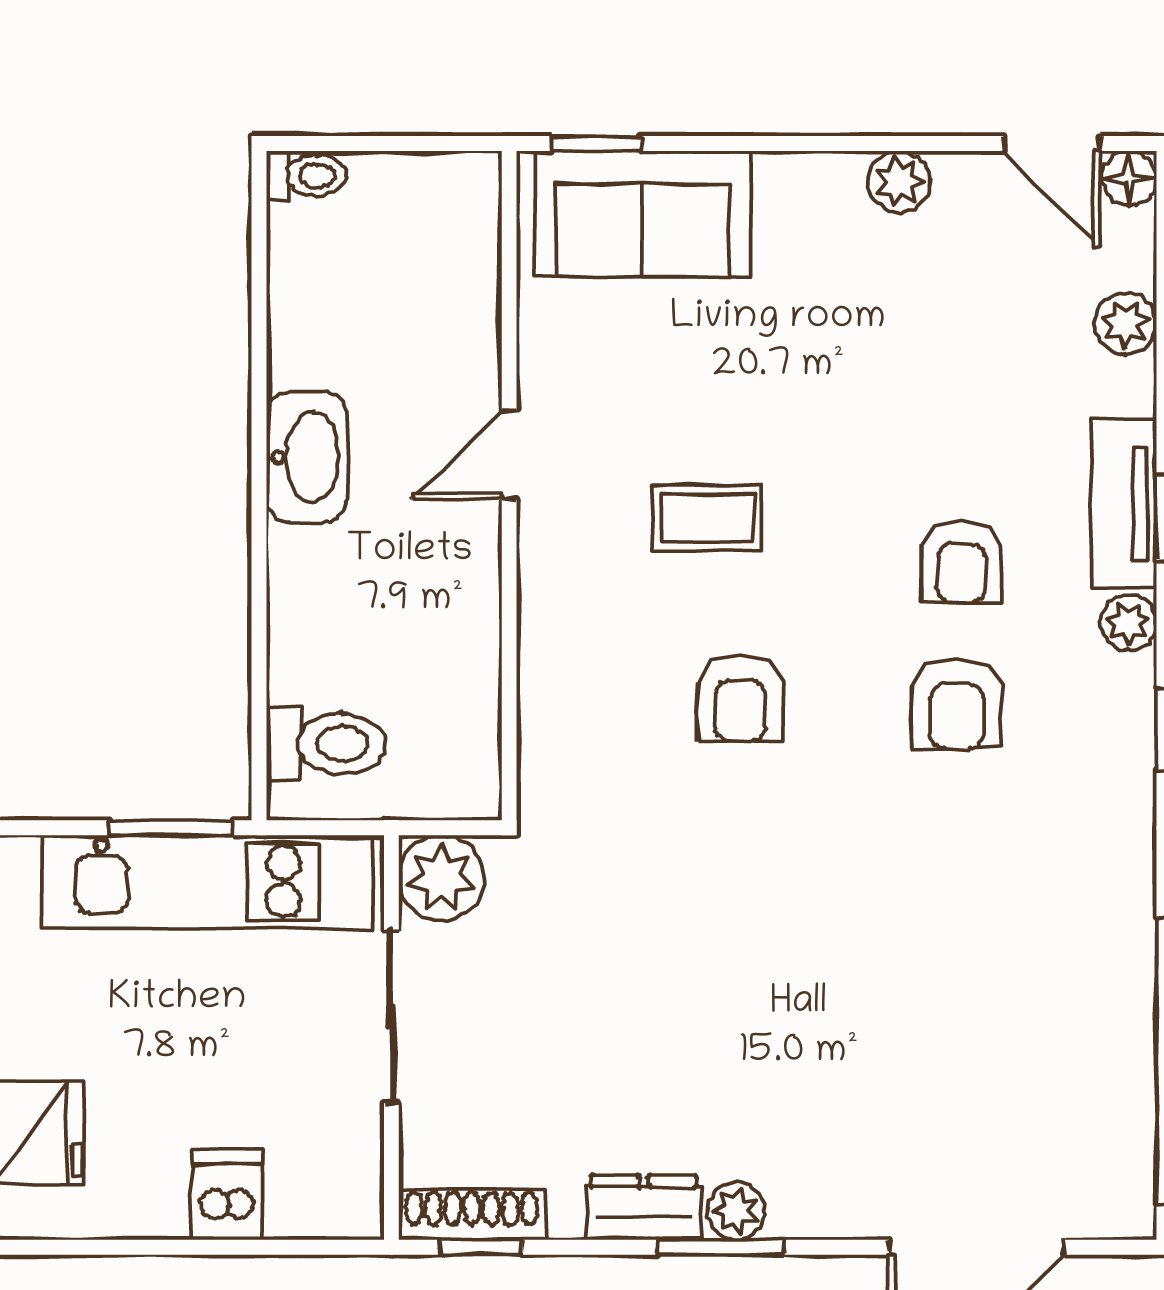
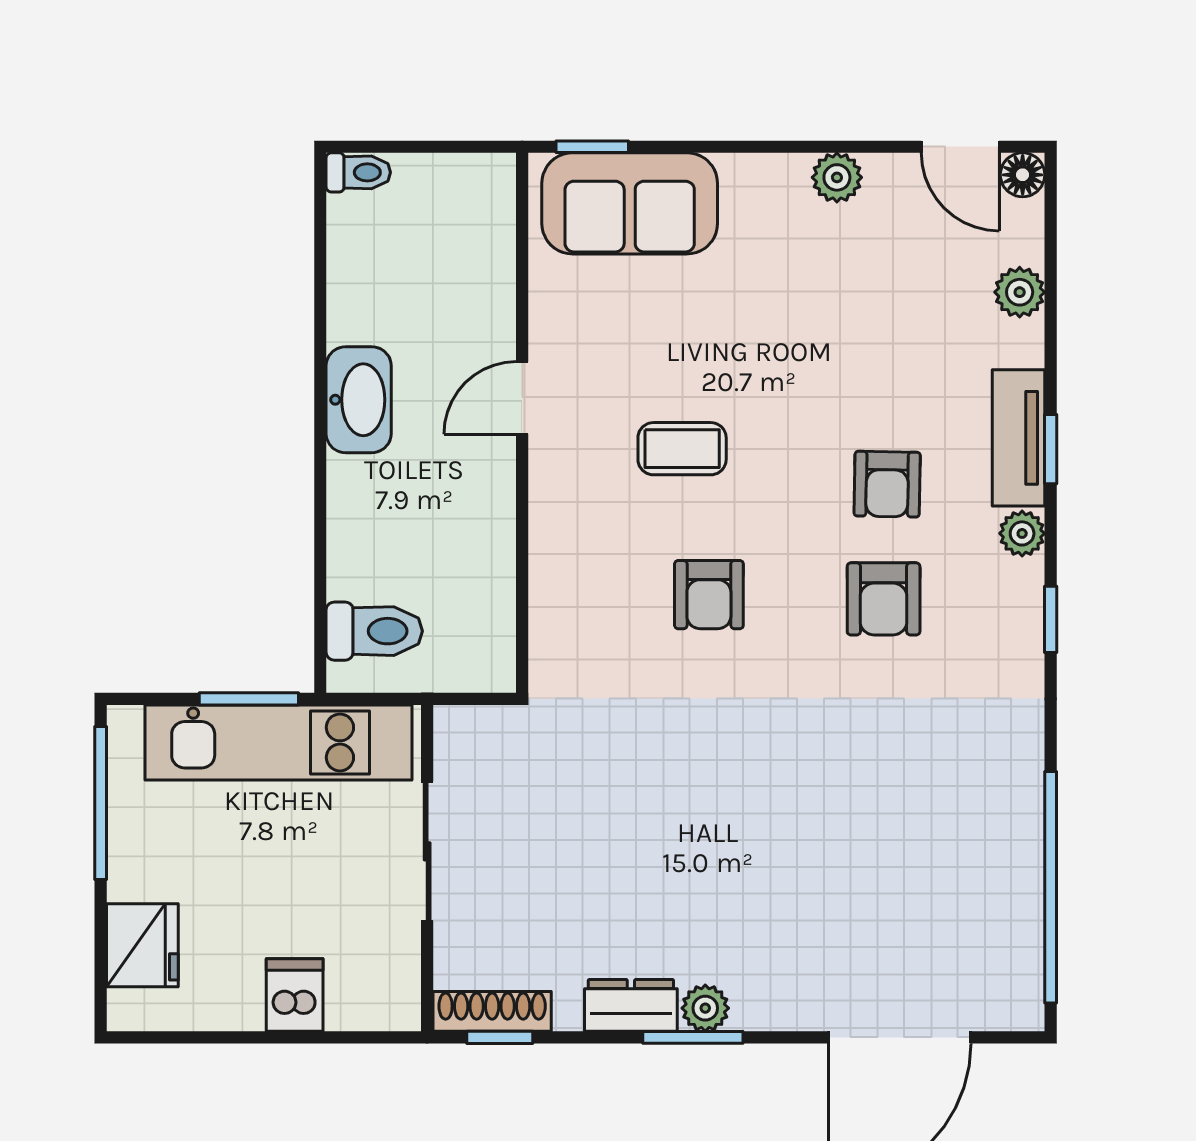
plant: (442, 878) -> (468, 740), removed

